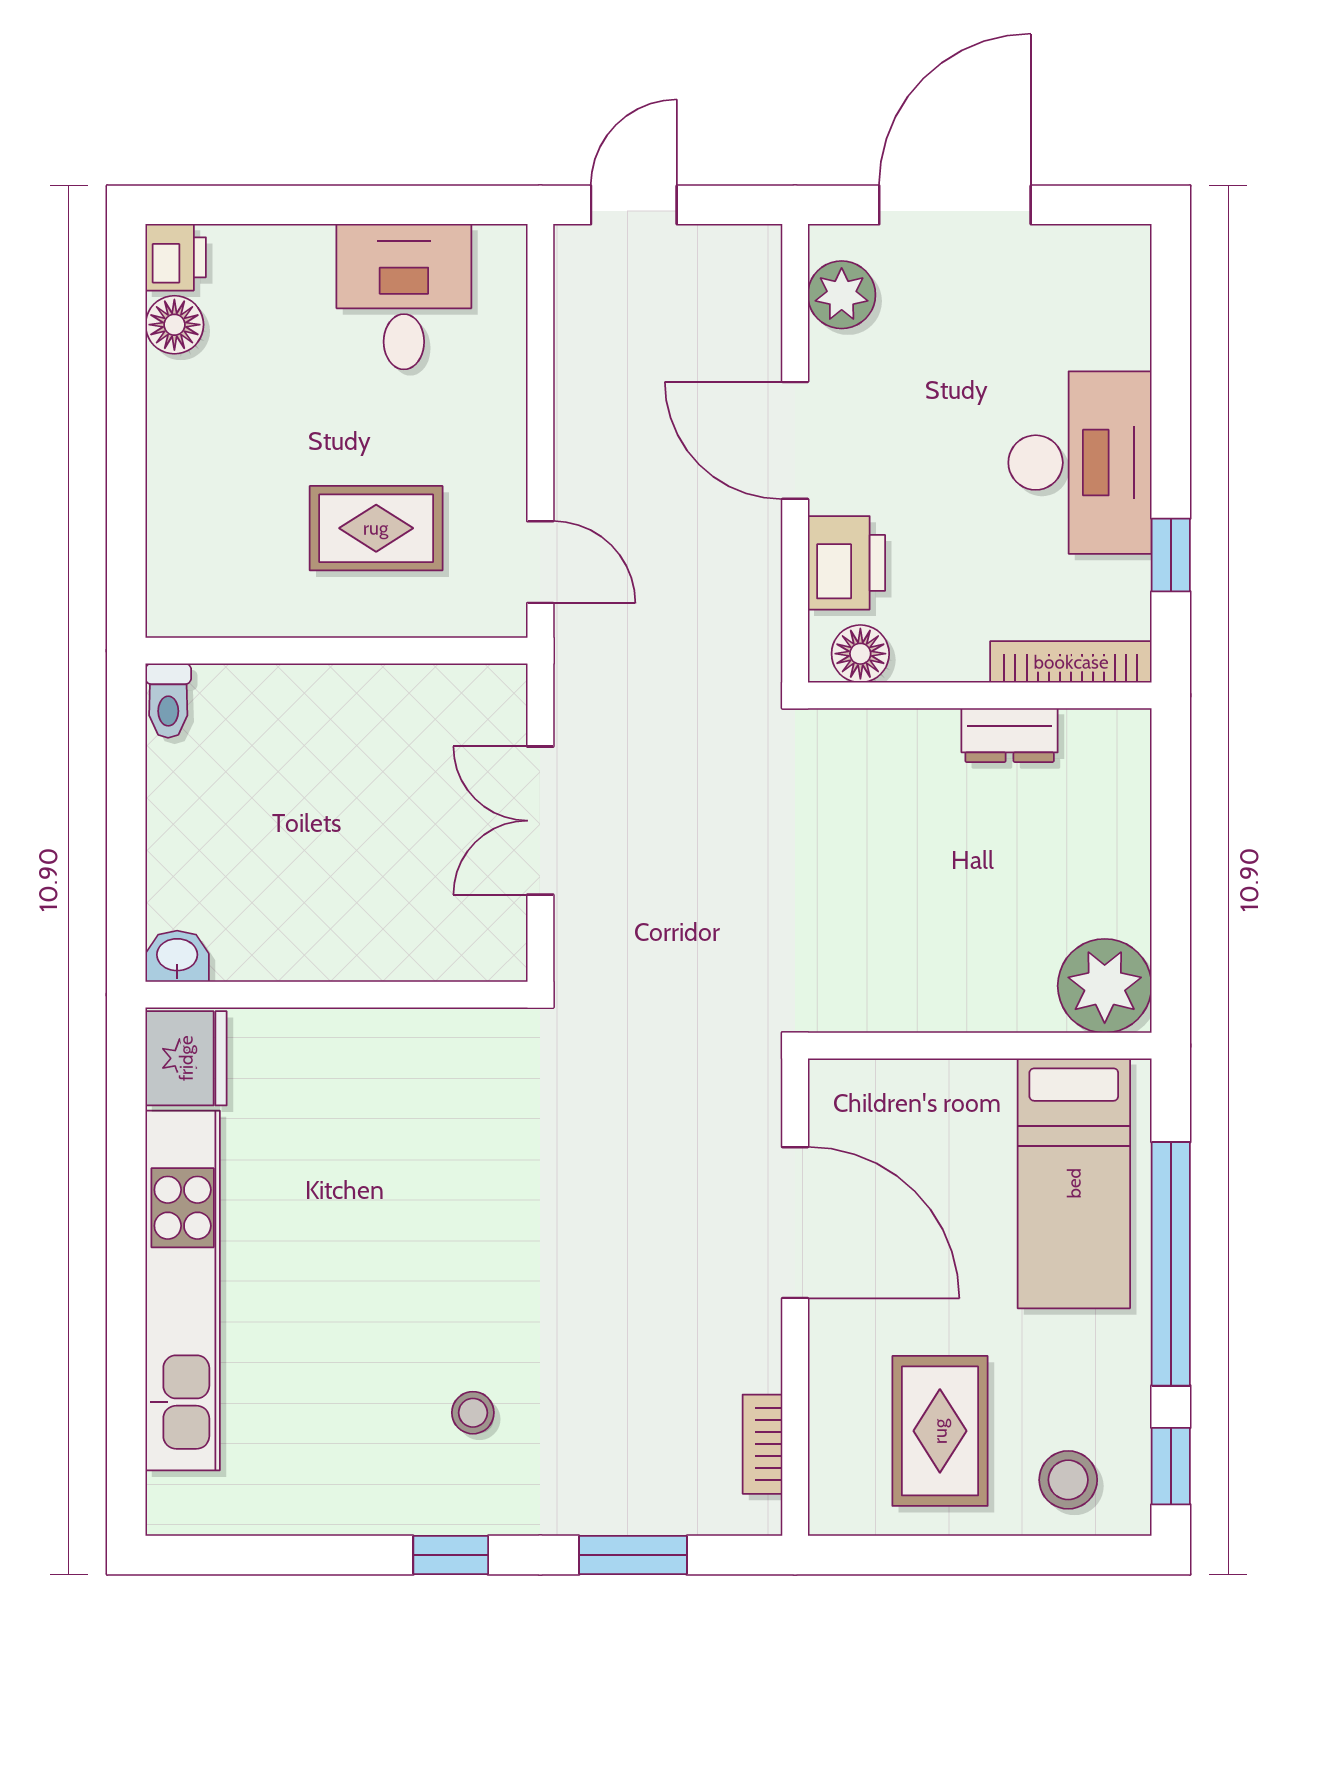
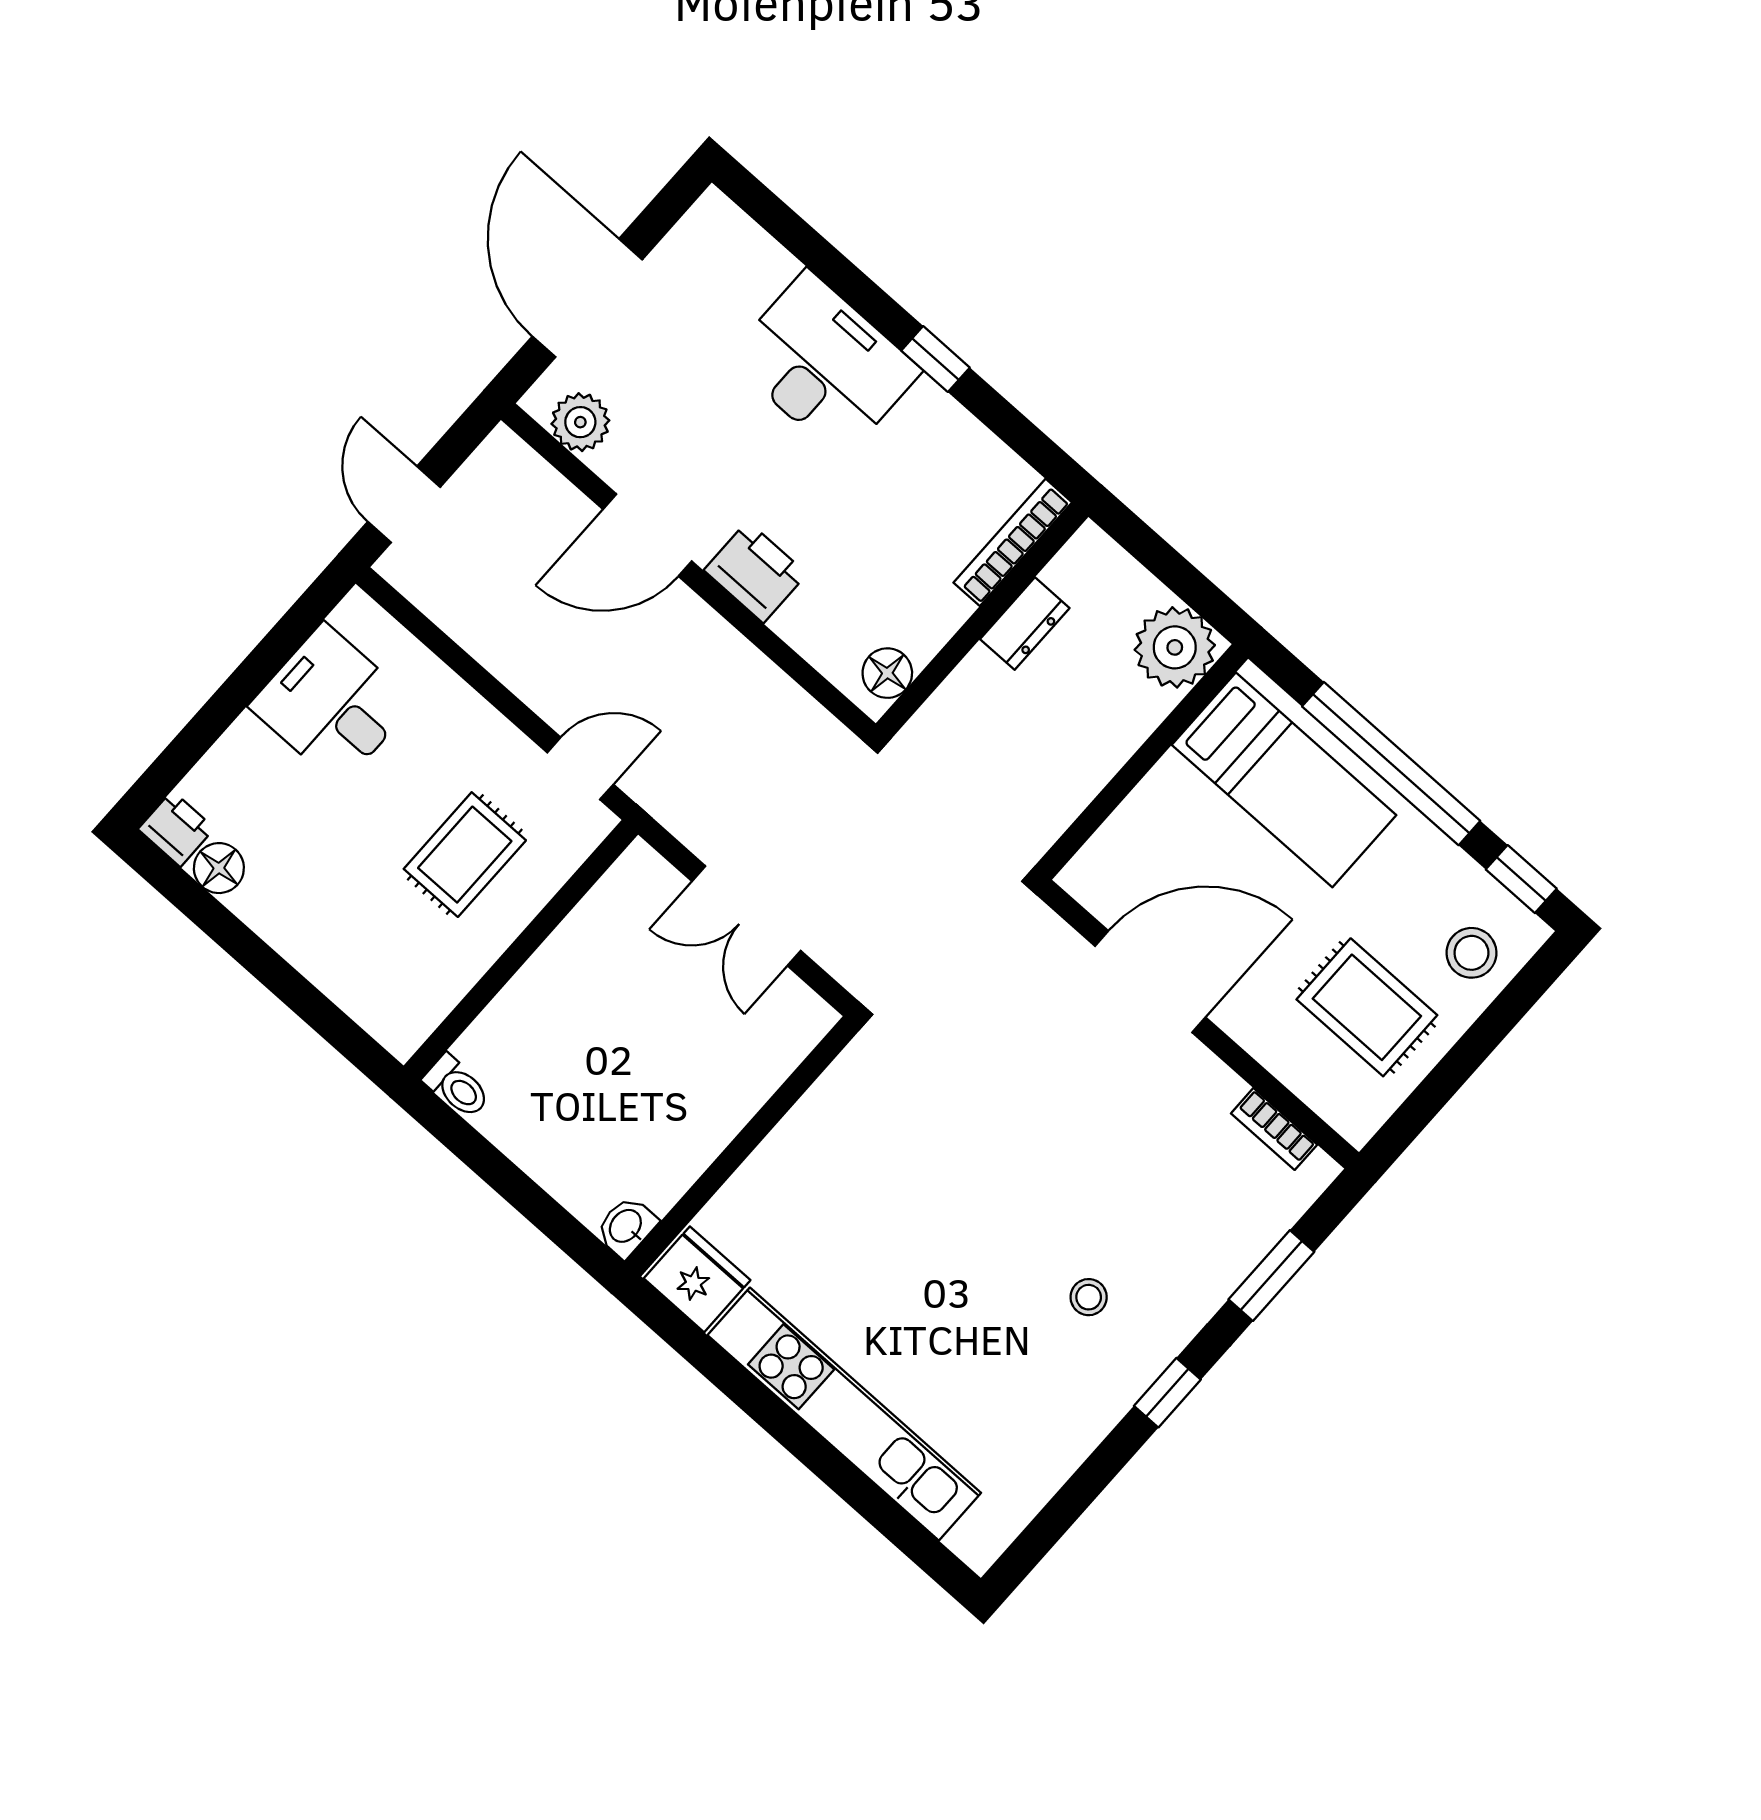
floor lamp: (860, 654) -> (887, 673), moved
bookcase: (1071, 662) -> (1013, 542), moved
wall: (980, 695) -> (982, 620), moved
dresser: (1010, 735) -> (1025, 624), moved

